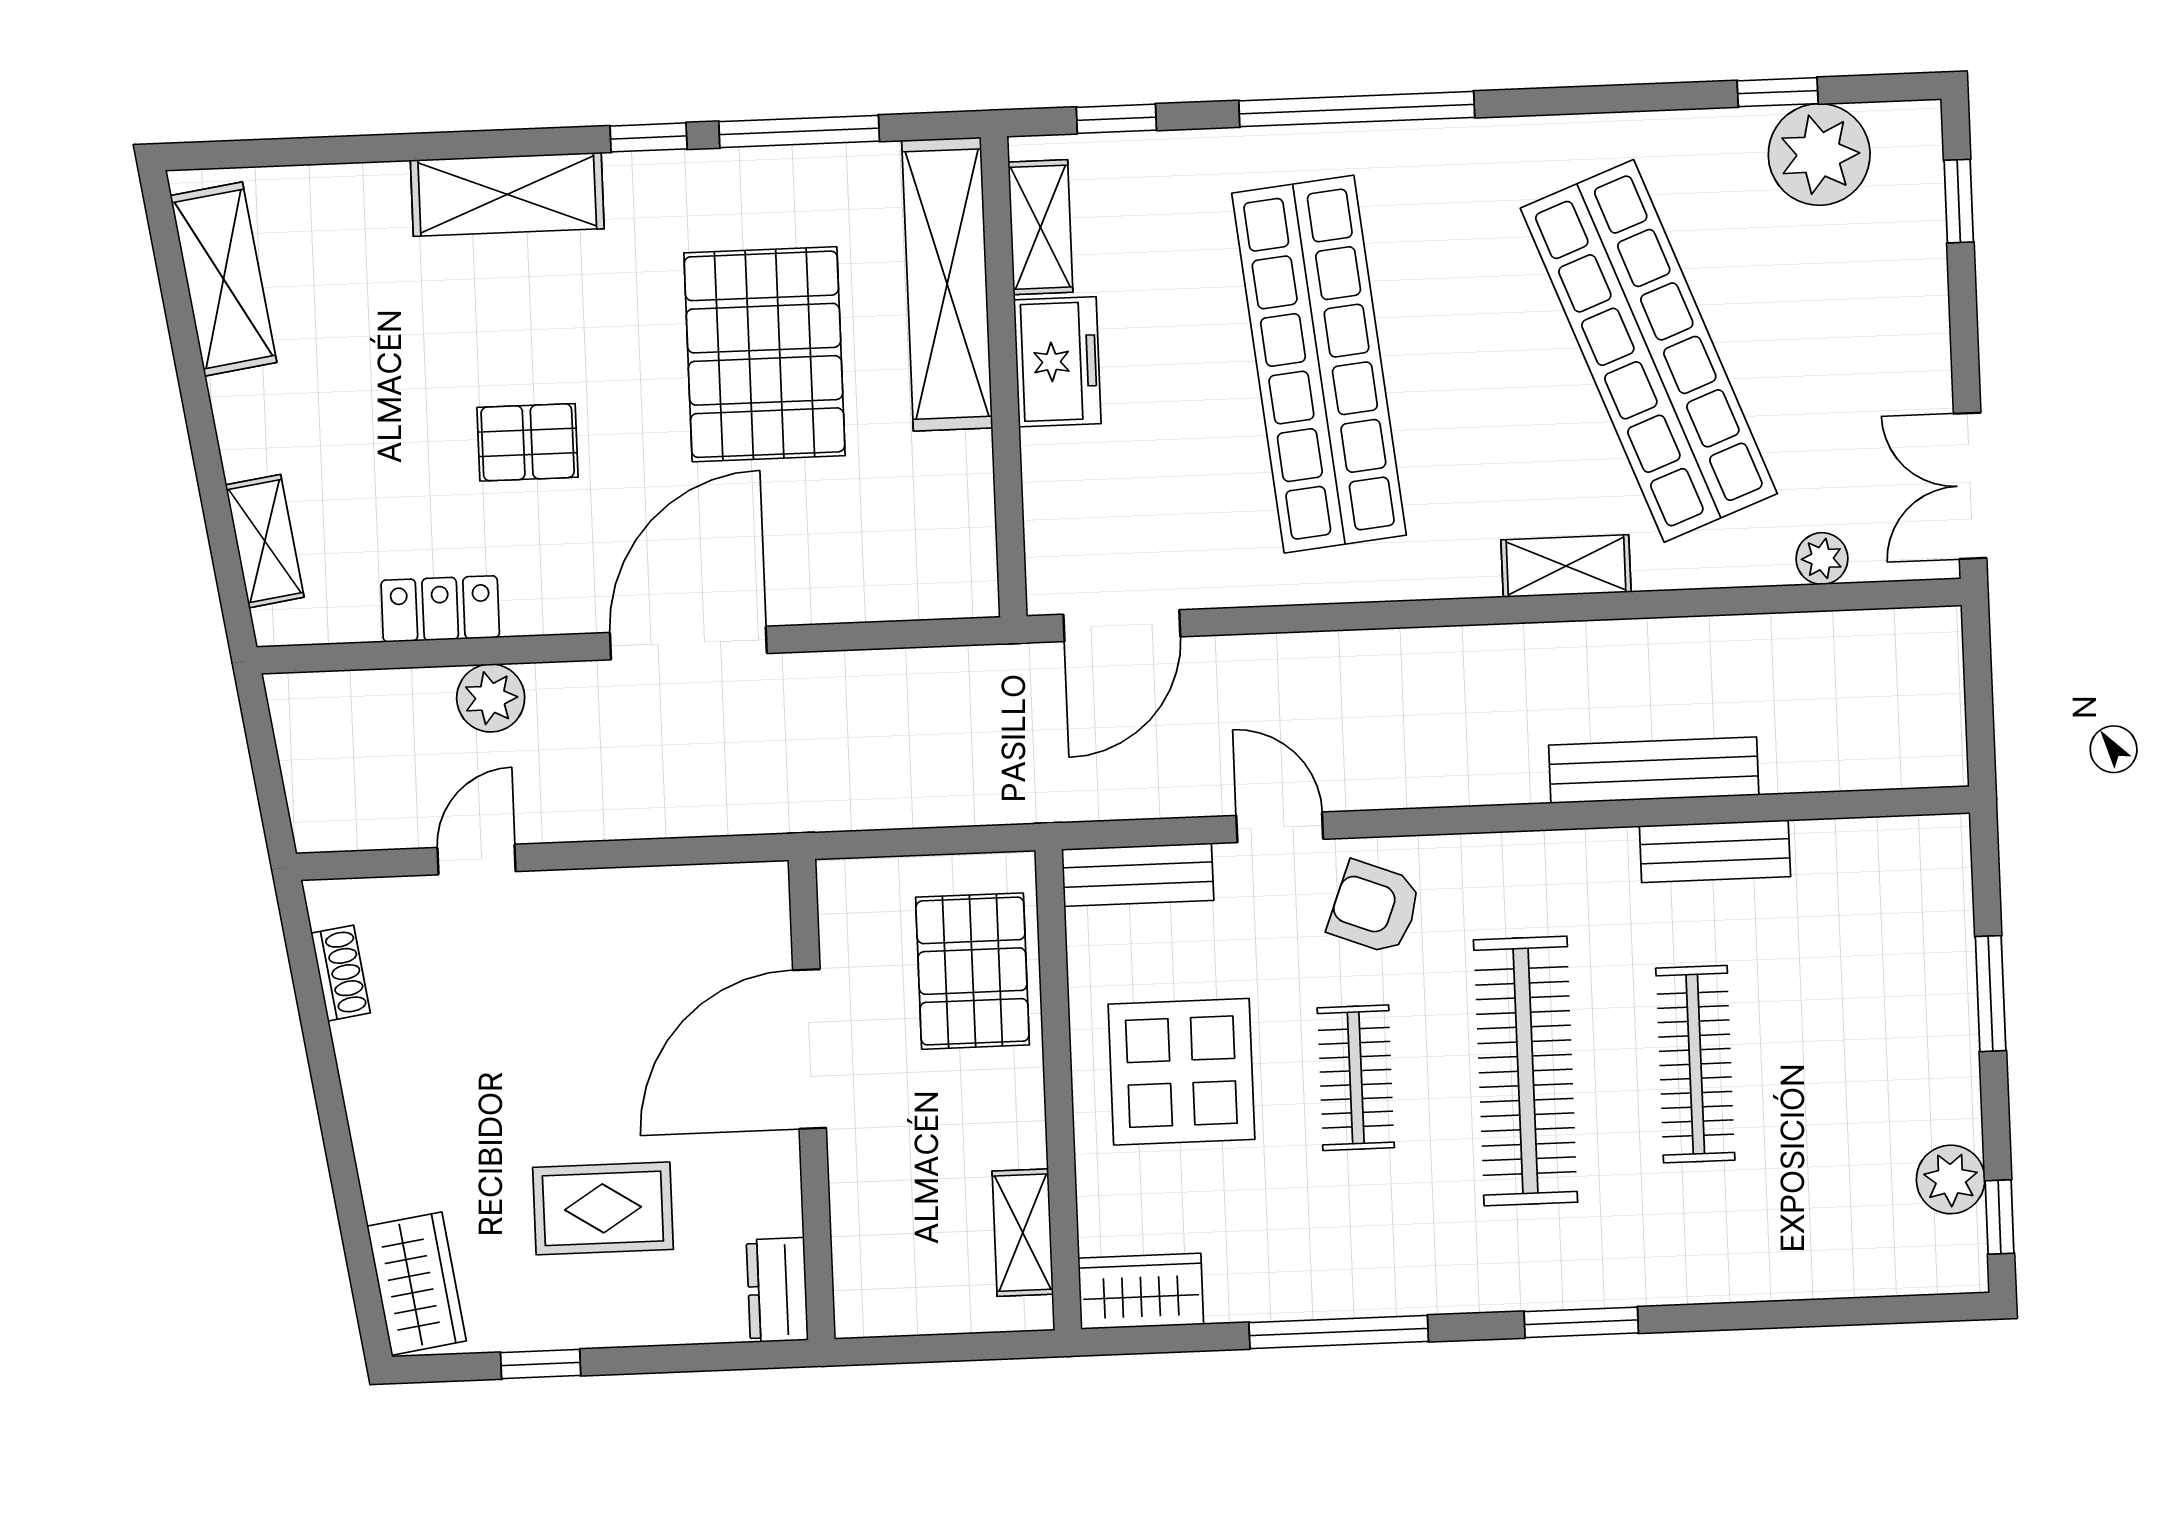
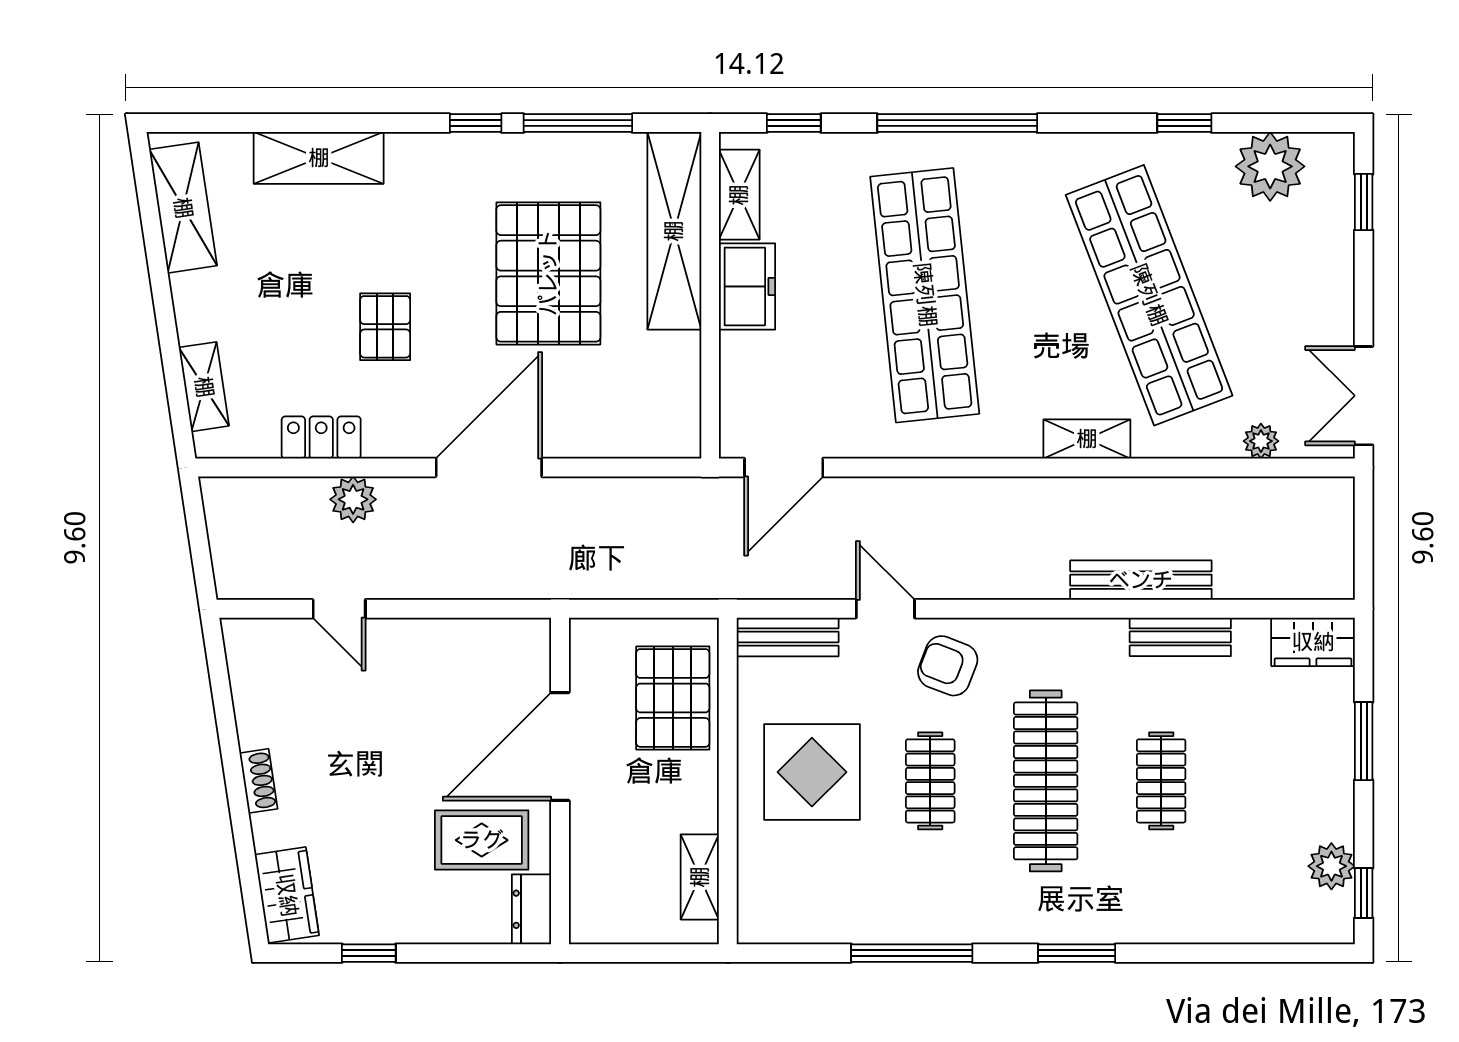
window: (1778, 92) -> (1184, 123), moved
shelving: (507, 194) -> (319, 158), moved
pallet: (528, 442) -> (385, 327), turned 90
door: (477, 860) -> (339, 609), swing flipped
shoe rack: (341, 973) -> (258, 781), moved
clothes rail: (1695, 1064) -> (1161, 781), width x0.73
rug: (603, 1208) -> (482, 840), moved
wardrobe: (1141, 1291) -> (1313, 642), moved, turned 180

